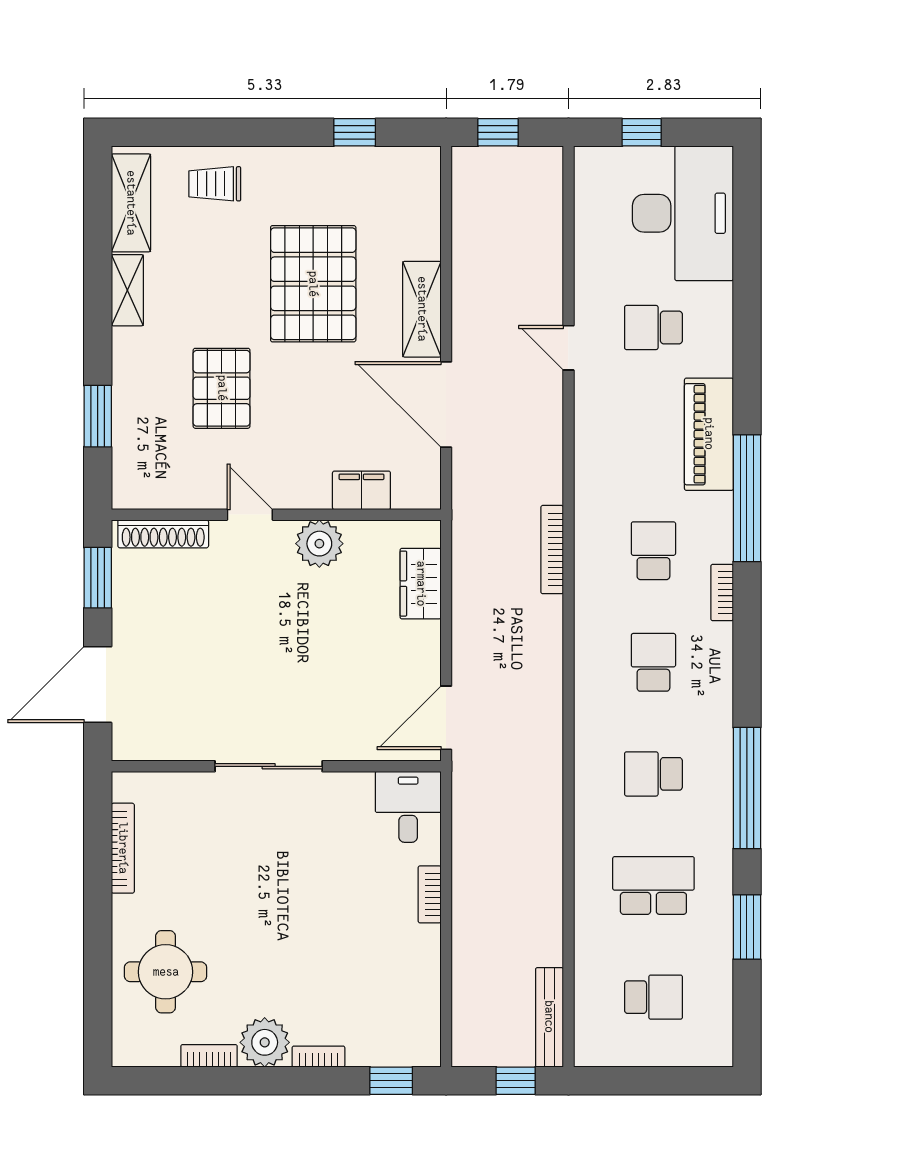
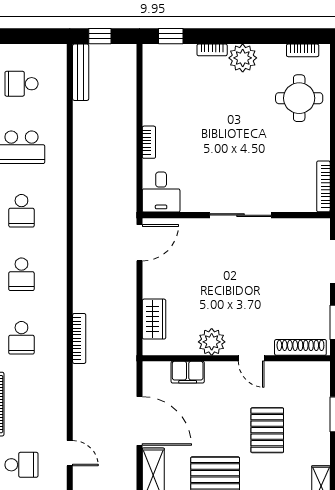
school desk: (653, 774) -> (21, 211), turned 90
bookcase: (123, 848) -> (323, 186), moved
bookcase: (209, 1056) -> (303, 50), moved

